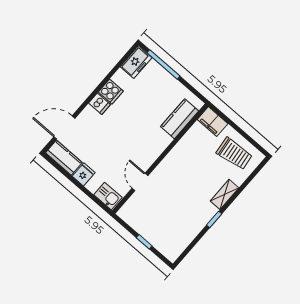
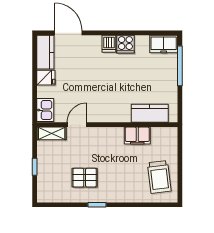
filing cabinet: (213, 122) -> (137, 136), moved, turned -90
shelving: (224, 194) -> (52, 133), moved
pallet: (185, 211) -> (85, 178), added

